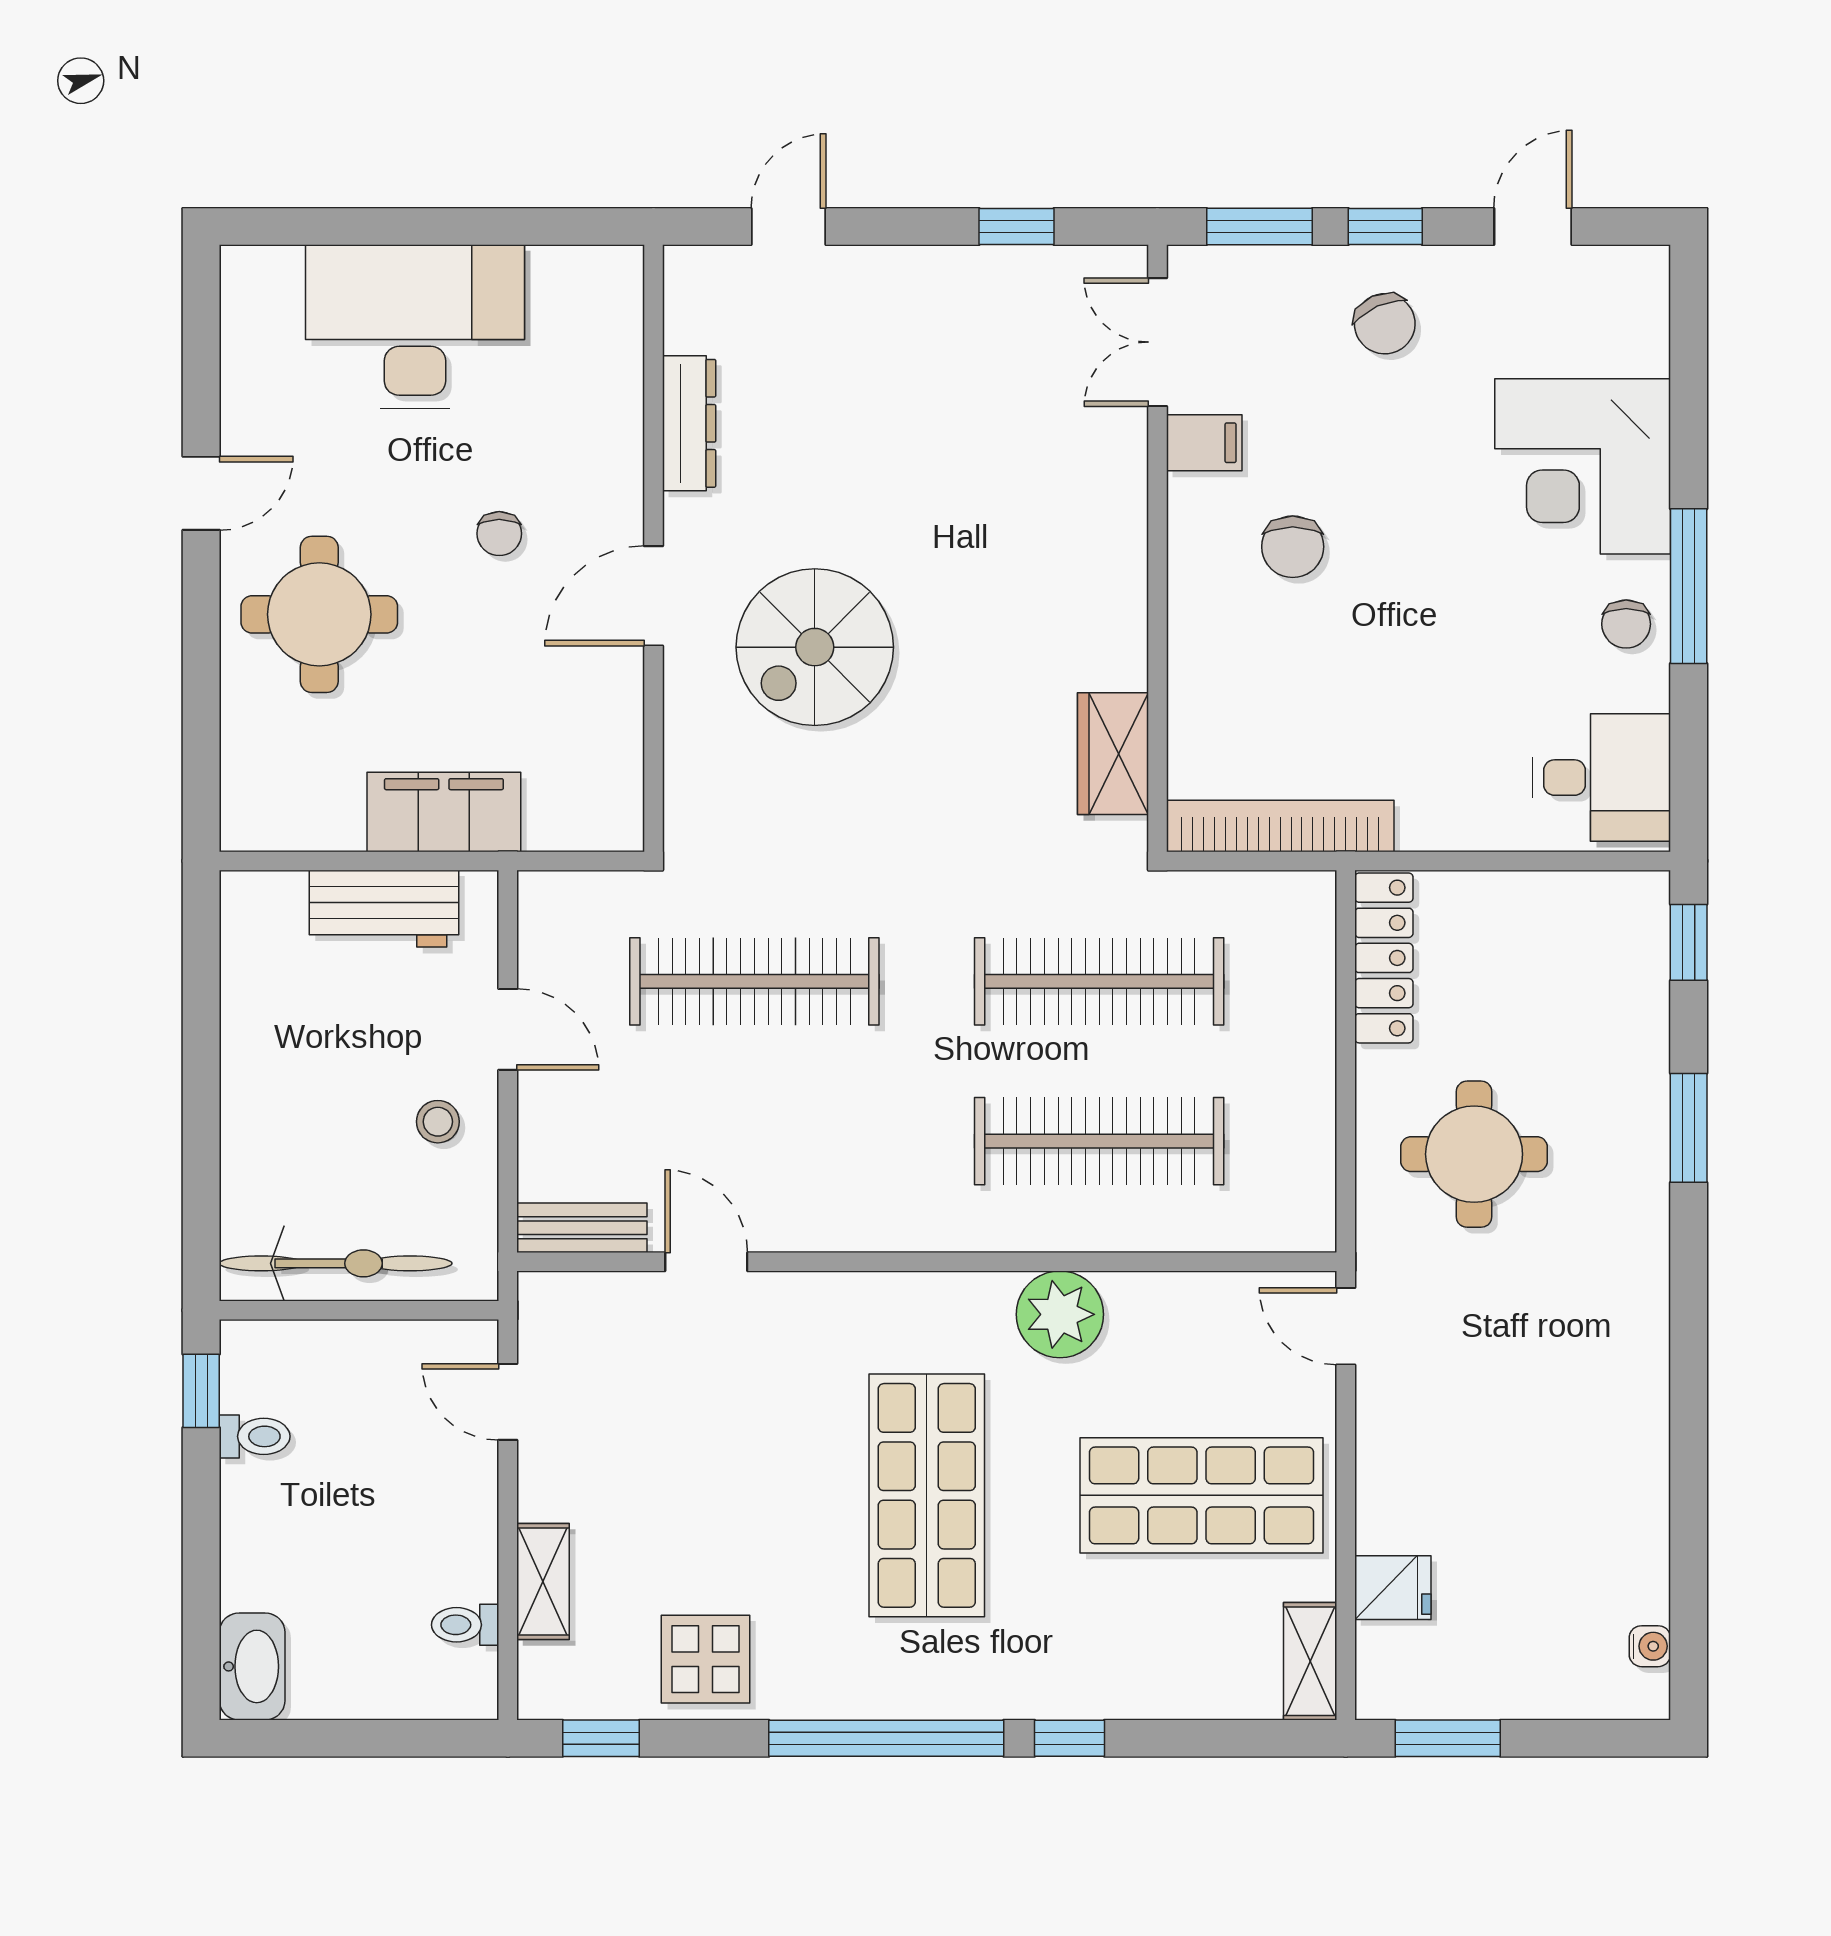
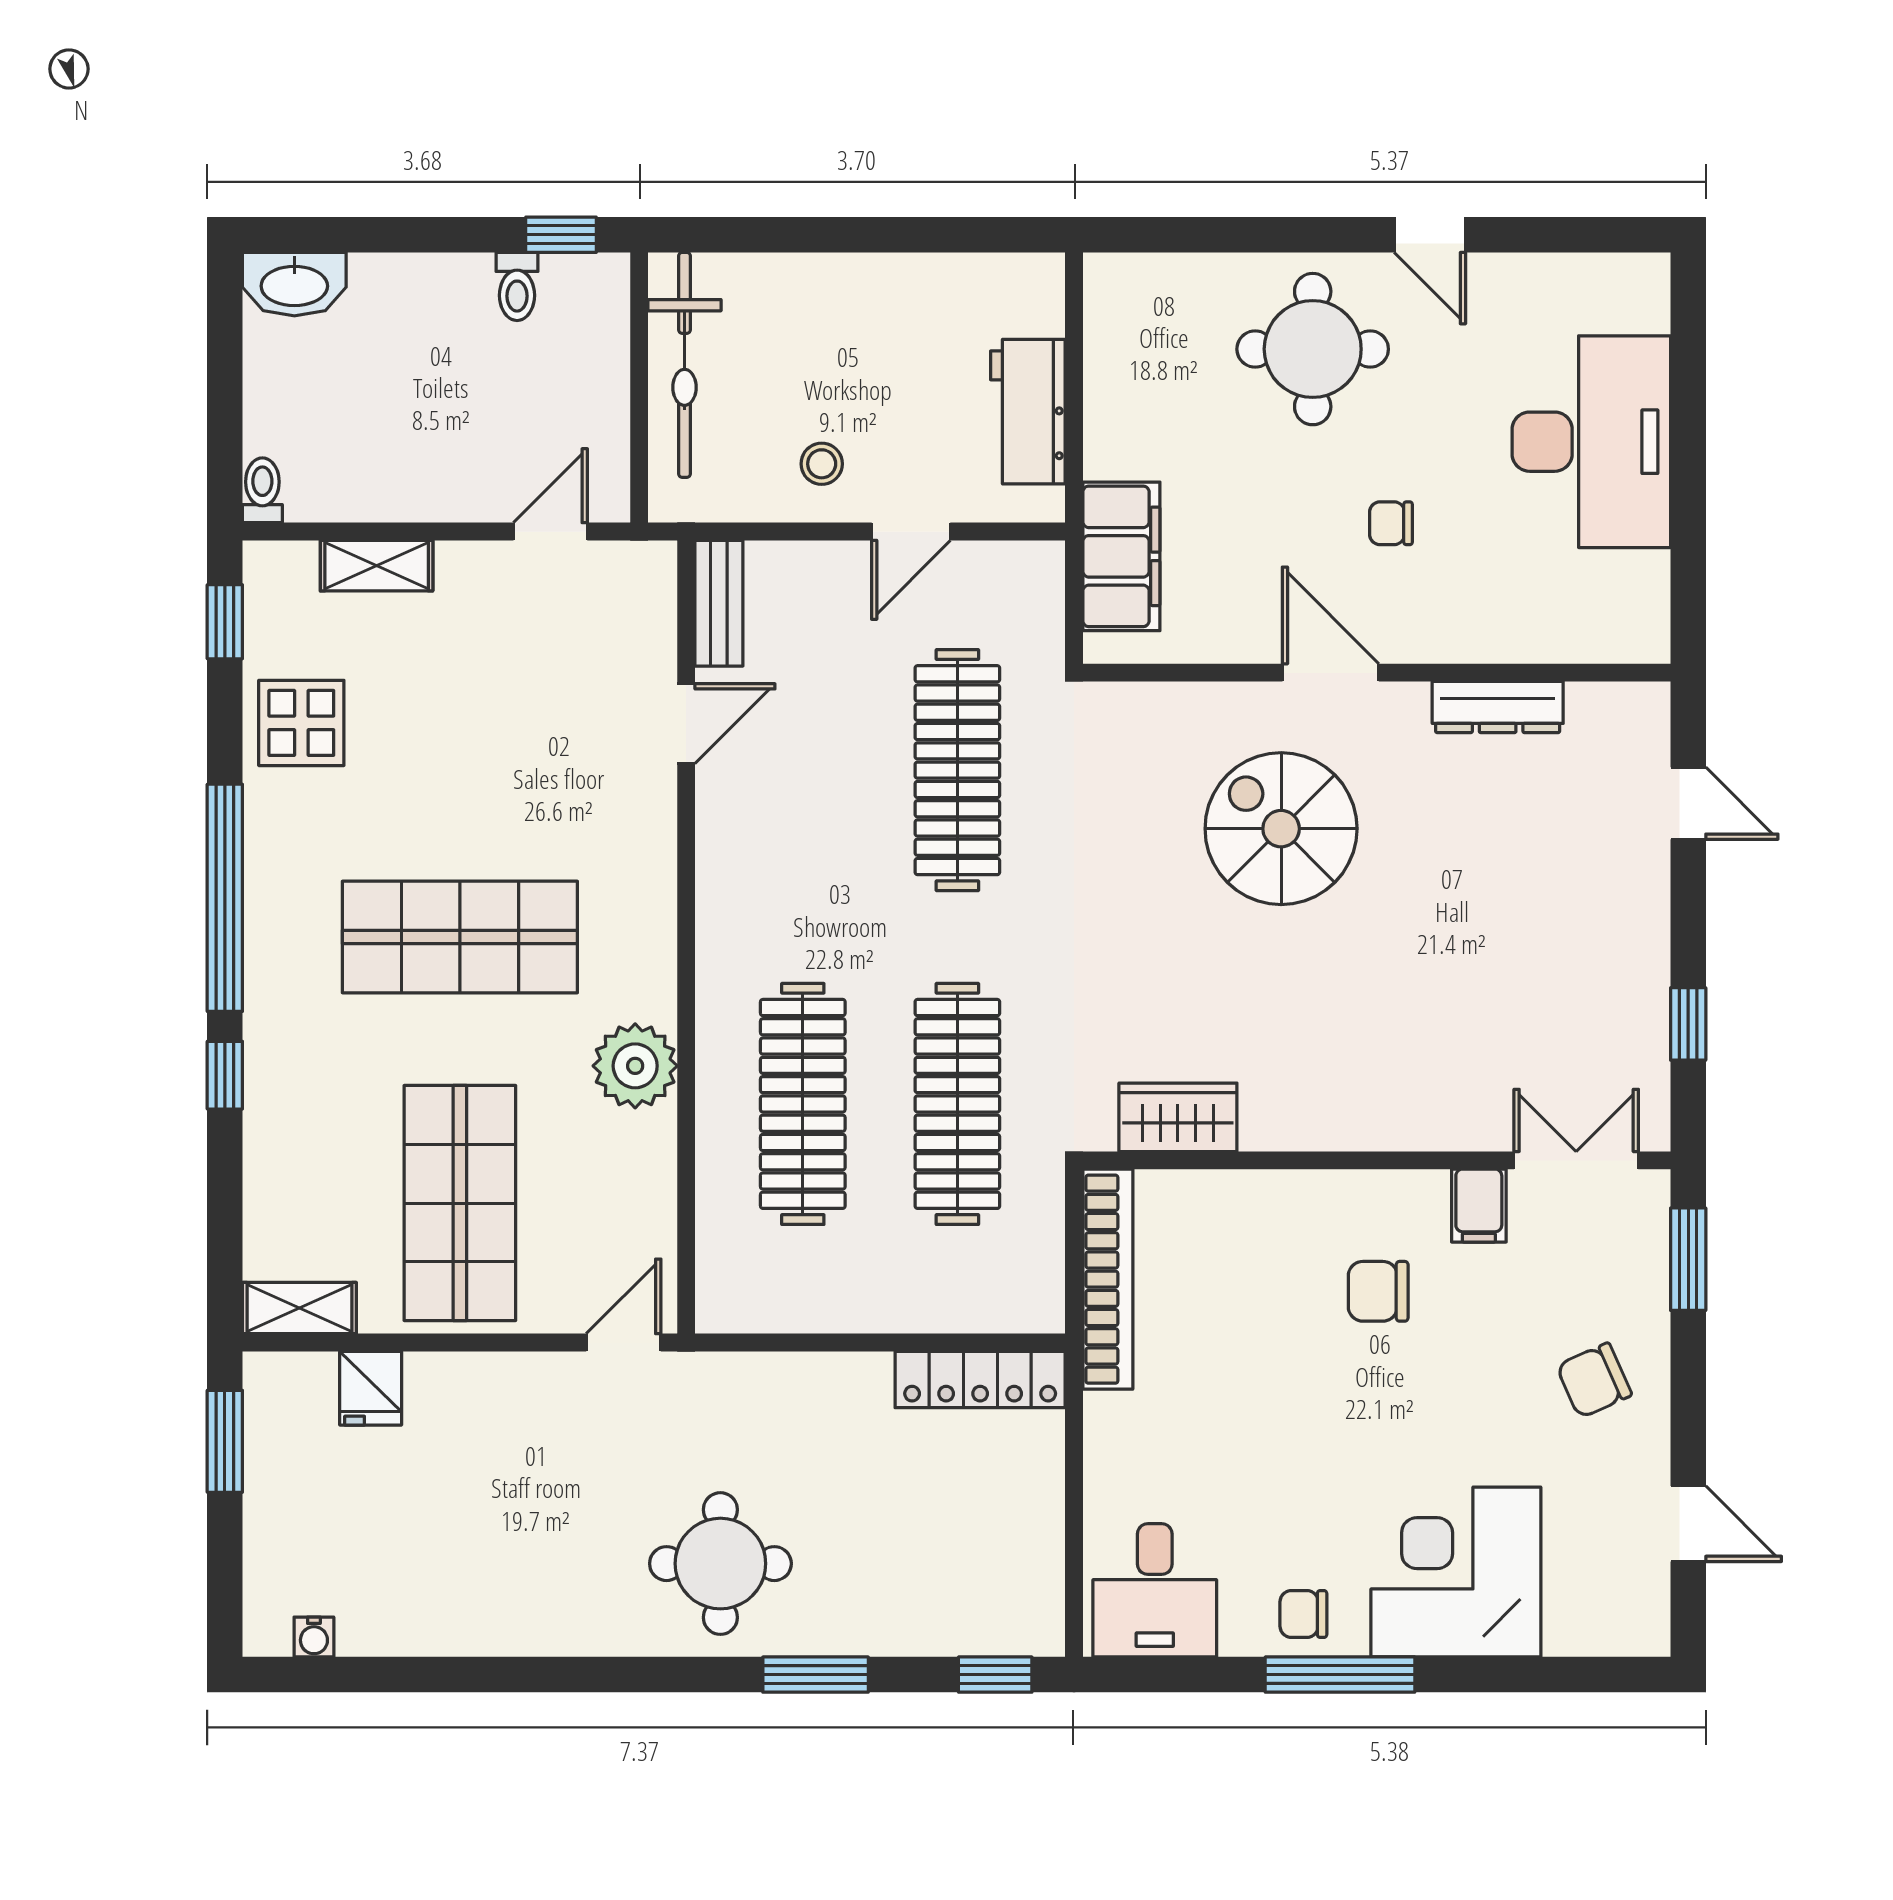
window: (1385, 226) -> (1688, 1381), removed
filing cabinet: (444, 812) -> (1121, 556), moved
round table: (1474, 1154) -> (720, 1564), moved
toilet: (465, 1625) -> (262, 490), moved

